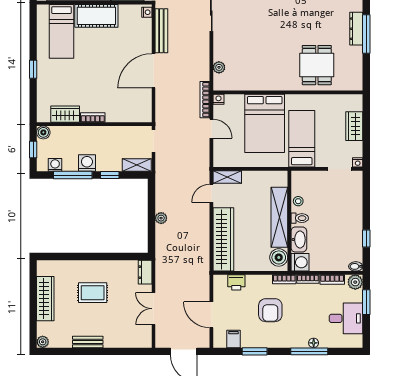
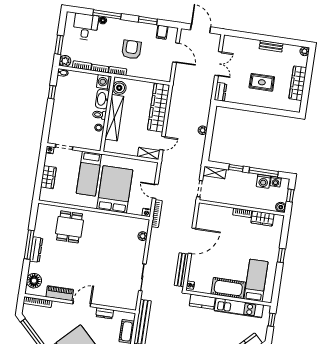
washing machine: (87, 163) -> (263, 181), moved
printer: (236, 282) -> (154, 74), removed
desk: (346, 318) -> (86, 27), moved, turned 90

